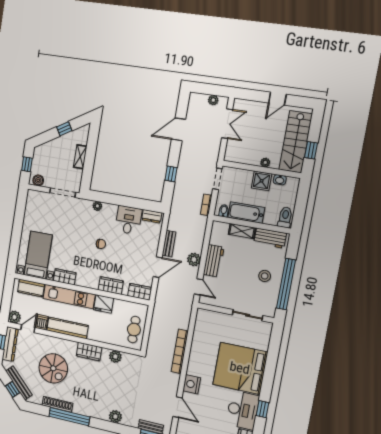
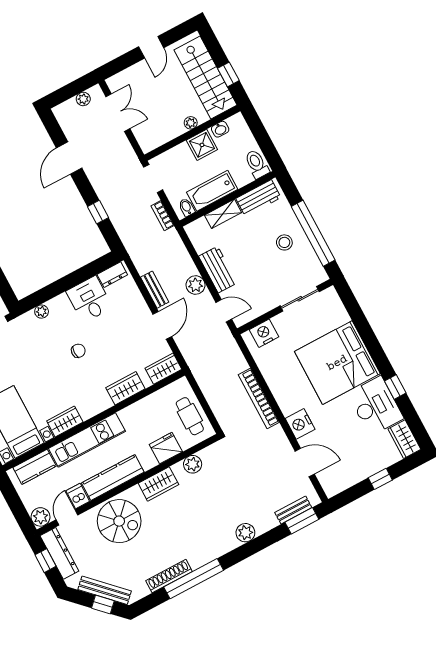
fridge: (104, 304) -> (166, 448), moved, turned 180
nightstand: (211, 318) -> (264, 333), added
spiral stairs: (53, 368) -> (119, 521), moved

